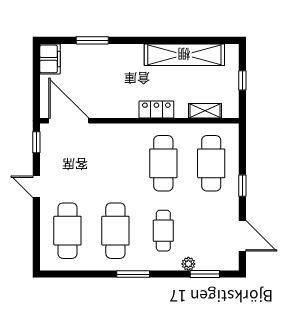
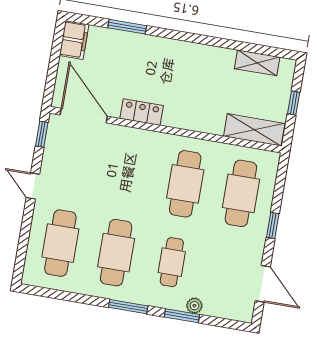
shelving: (184, 55) -> (257, 63), width x0.45, depth x0.75
locker: (156, 110) -> (142, 112), moved
shelving: (205, 111) -> (254, 130), width x1.50, depth x1.33
window: (205, 274) -> (182, 316), moved

